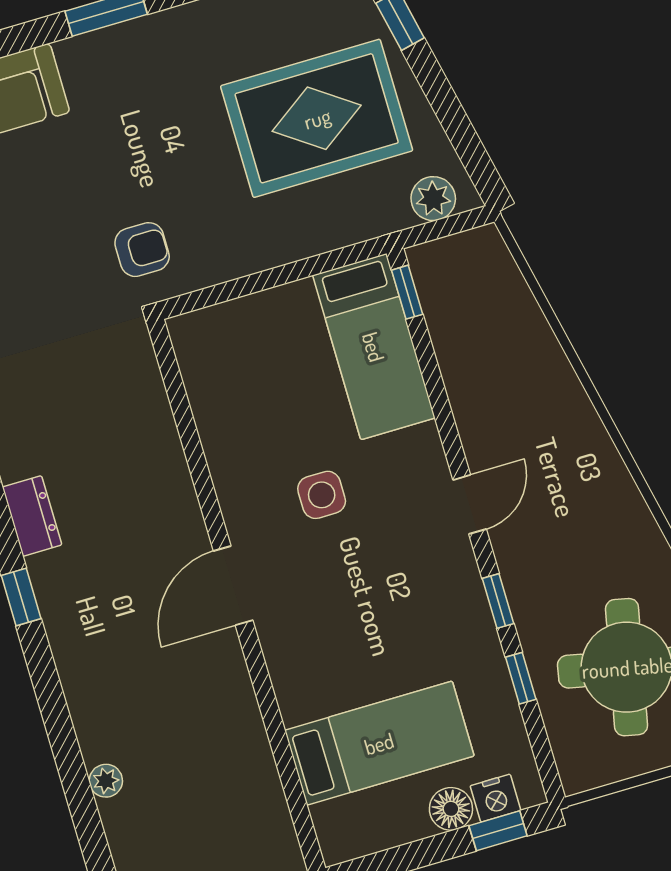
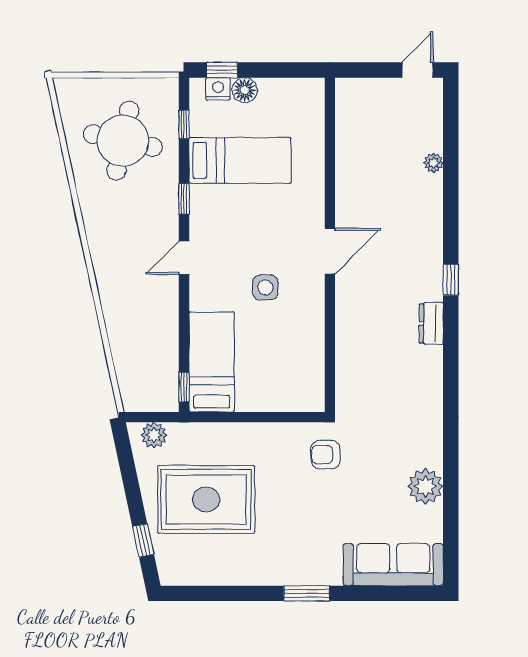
window: (521, 678) -> (184, 125), moved
bed: (379, 743) -> (240, 160), moved, turned 180

